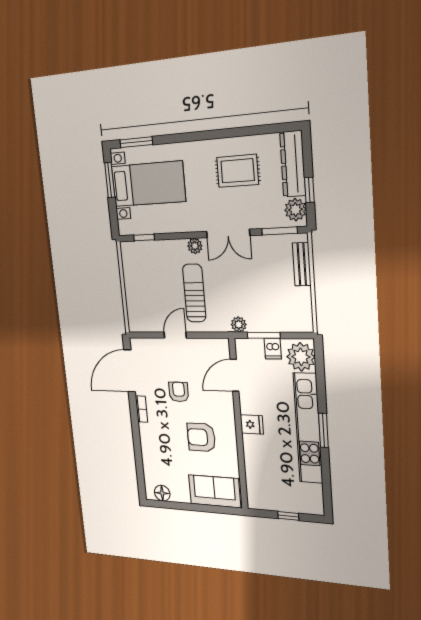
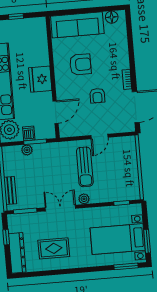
plant: (295, 210) -> (15, 225), removed
plant: (239, 325) -> (27, 150), moved
fridge: (252, 424) -> (40, 79), width x1.88, depth x1.34
sofa: (215, 491) -> (77, 25), width x1.36

